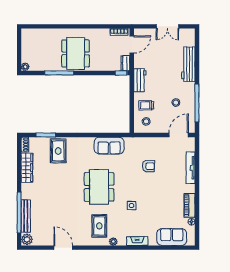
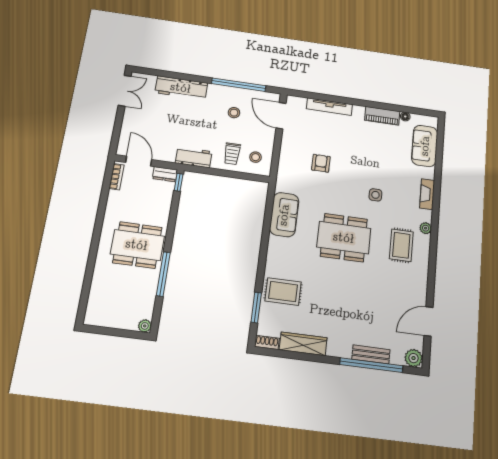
double door: (167, 26) -> (125, 91), moved
bench: (26, 216) -> (371, 354), width x0.73
rug: (99, 226) -> (401, 245), turned 90
door: (63, 248) -> (429, 321), moved

